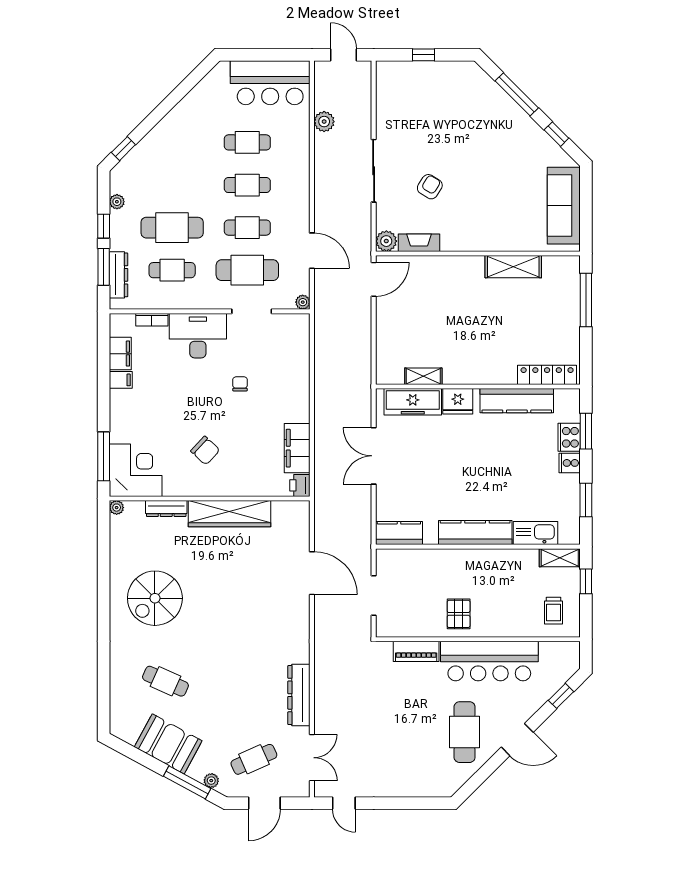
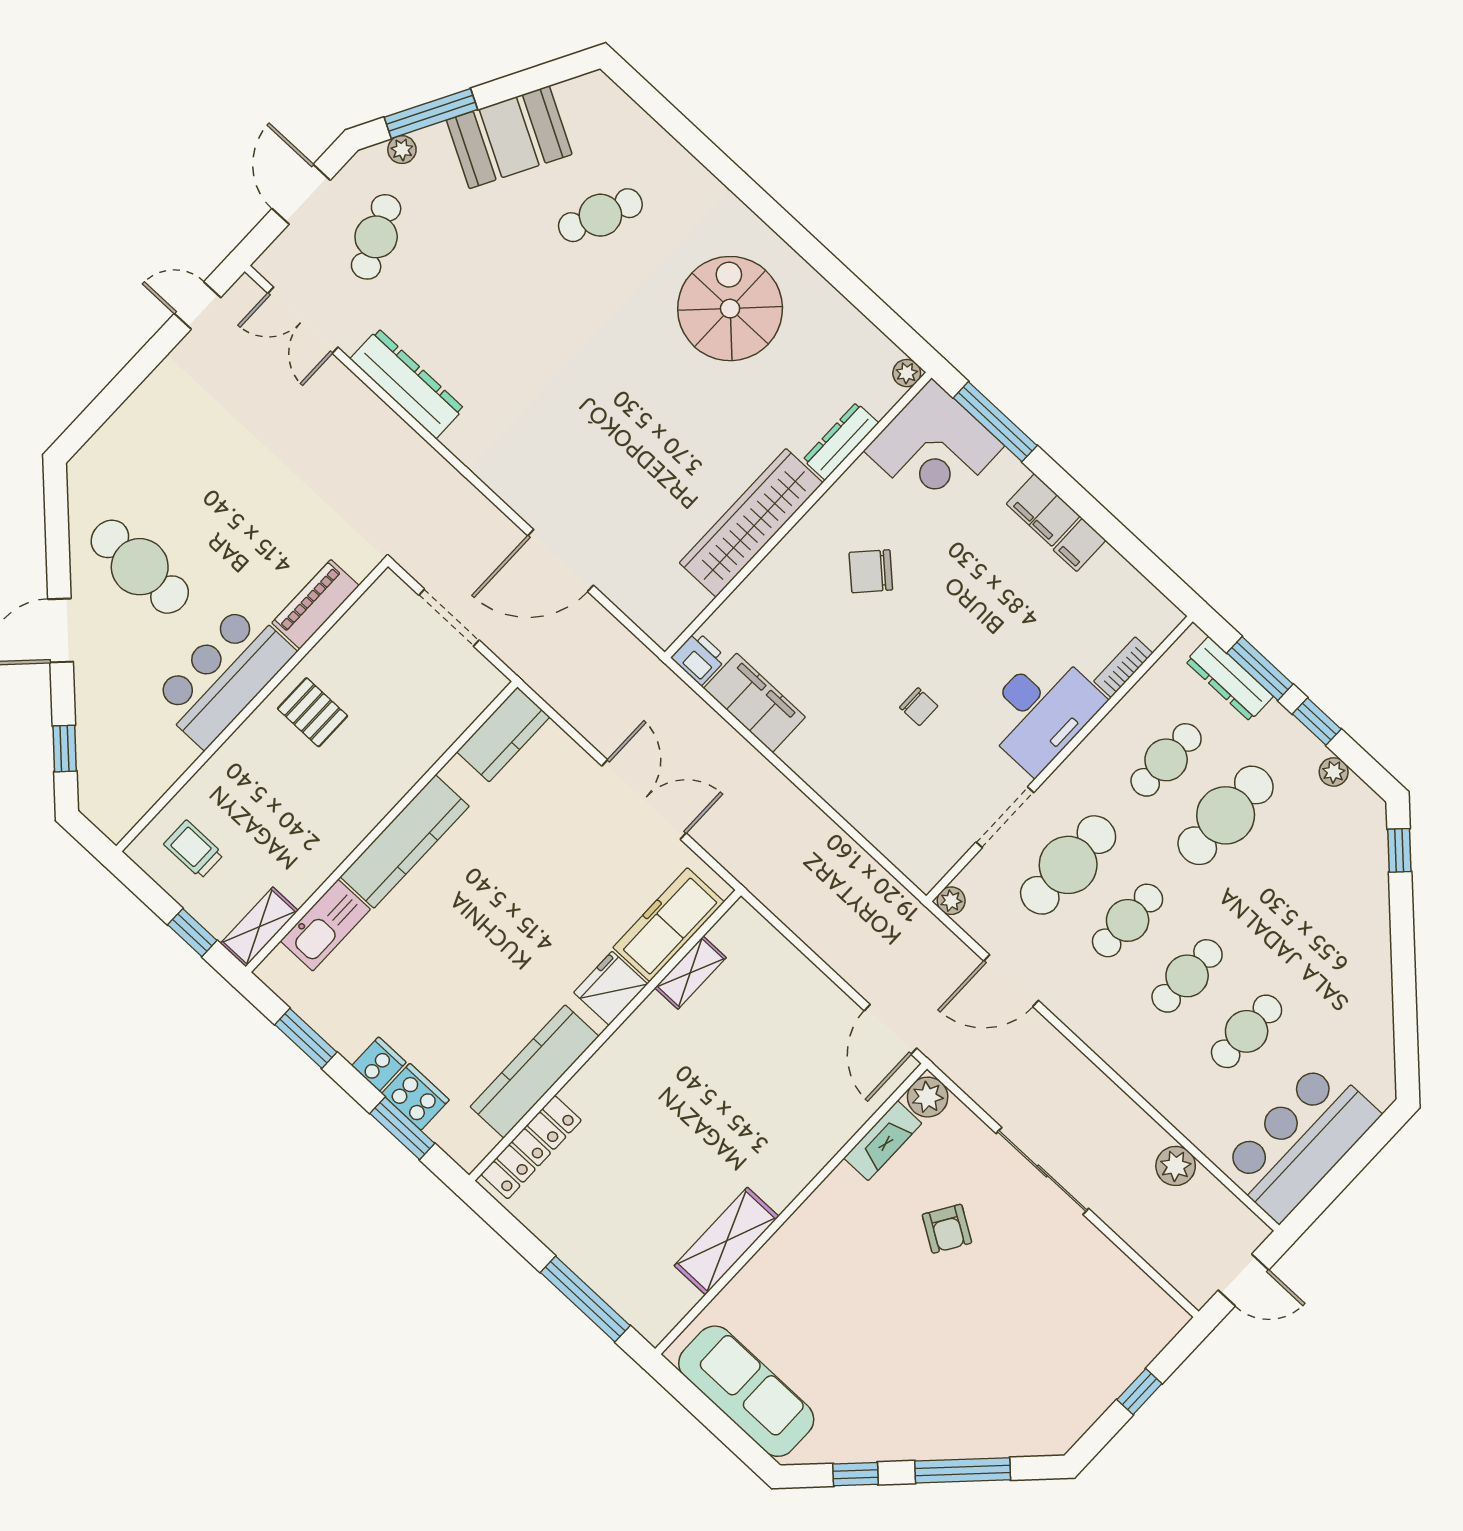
filing cabinet: (120, 354) -> (1043, 510), moved
bar counter: (489, 661) -> (224, 676), width x0.73

